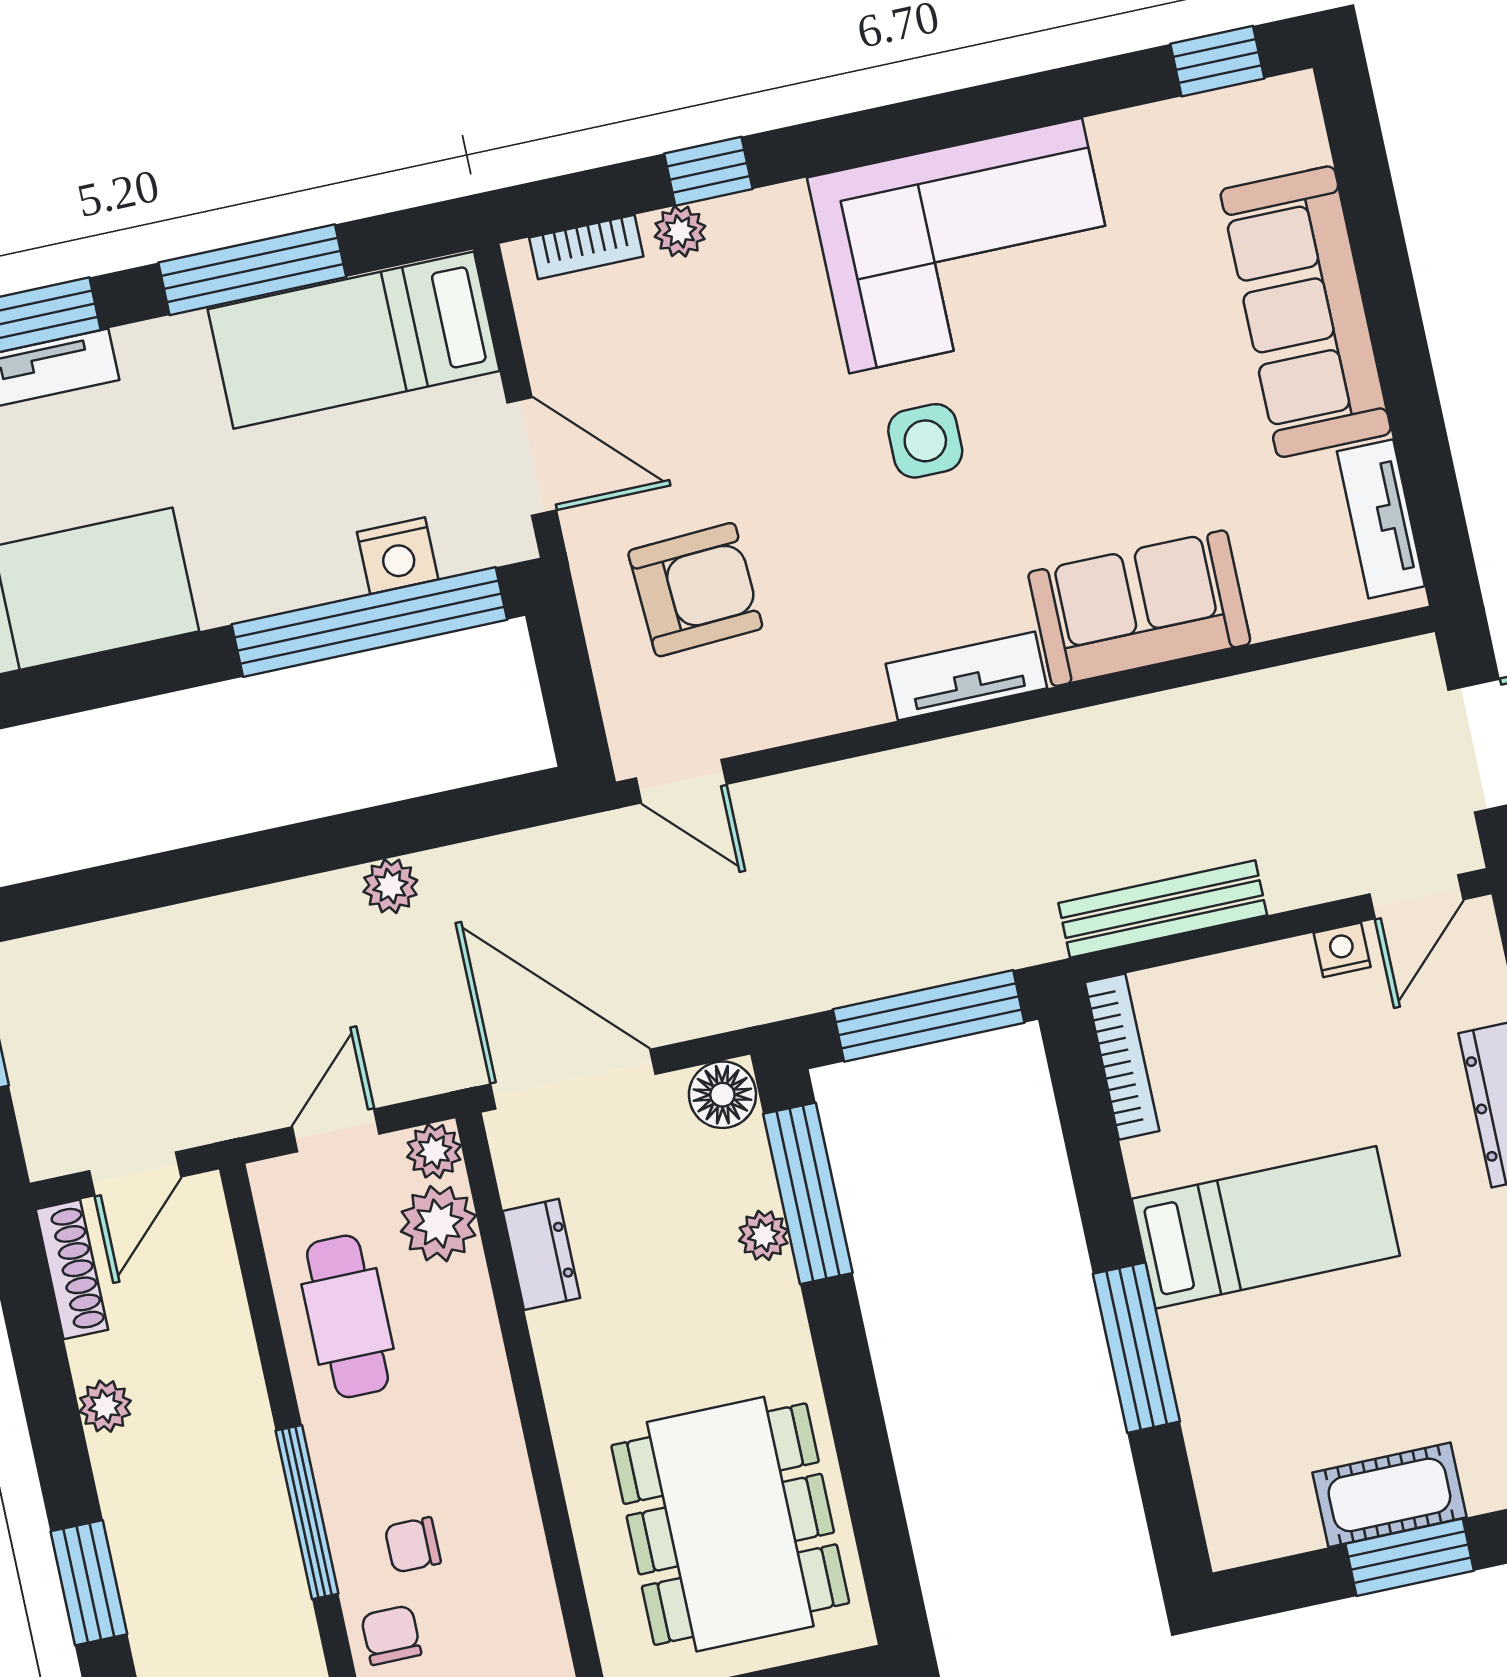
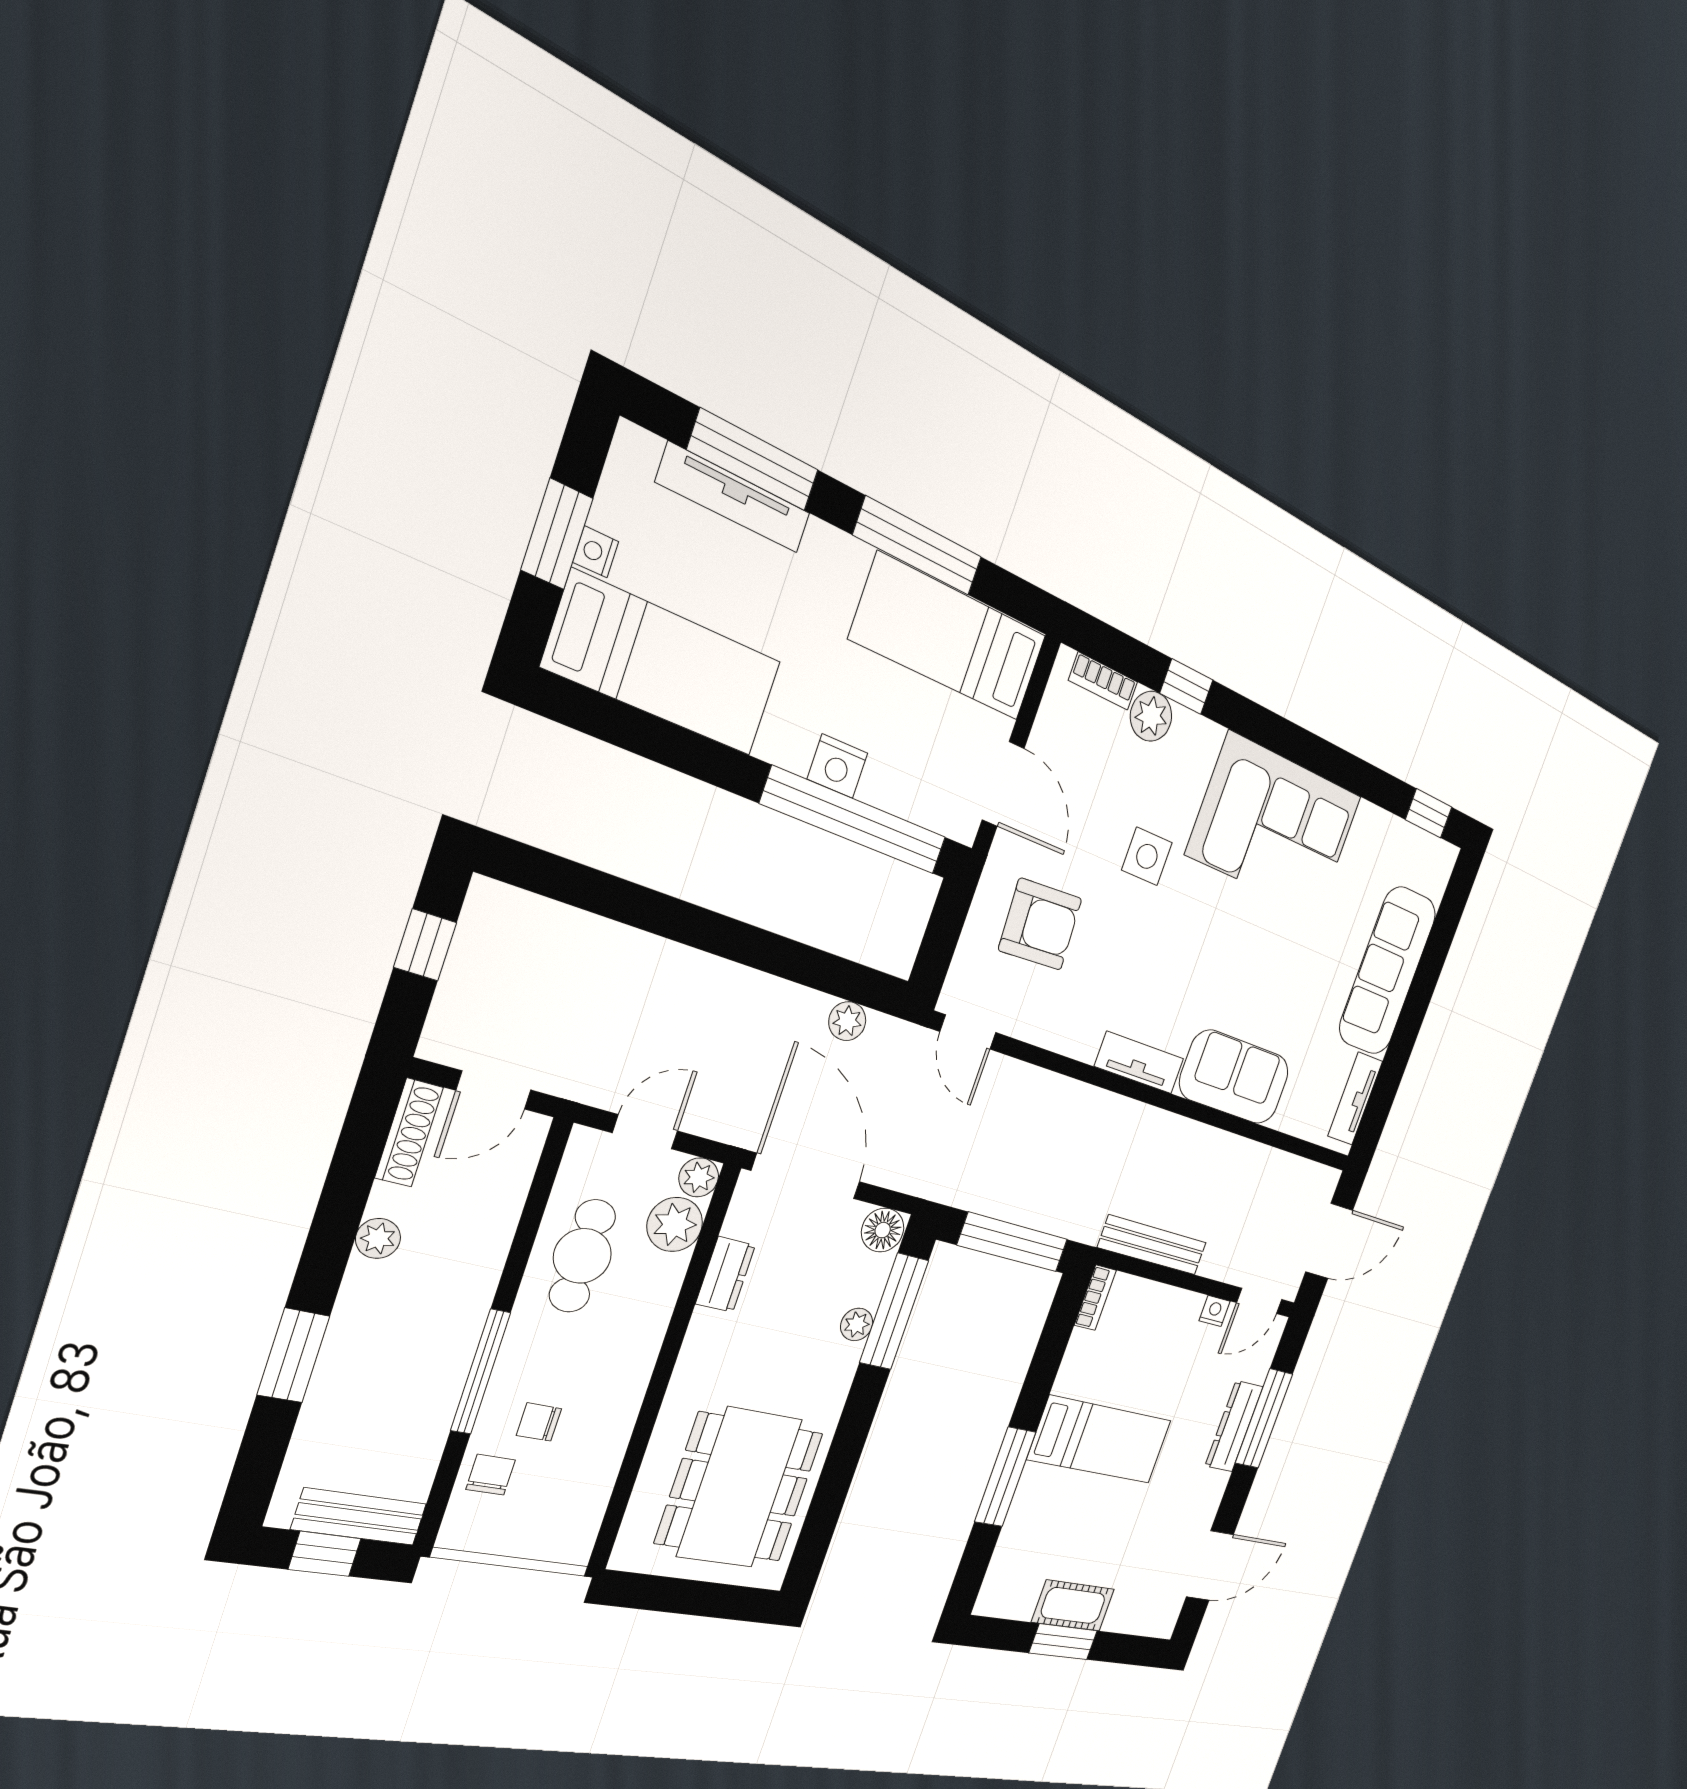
plant: (680, 231) -> (1151, 716), width x1.38, depth x1.38
side table: (925, 441) -> (1147, 856), moved
nightstand: (398, 556) -> (837, 766), moved
plant: (390, 886) -> (847, 1021), moved
bookcase: (1122, 1057) -> (1095, 1298), width x0.64

